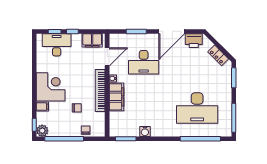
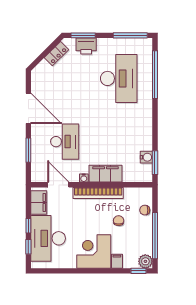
printer: (194, 41) -> (86, 46), moved, turned 90
desk: (57, 45) -> (48, 238), width x1.36, depth x1.30
water cooler: (145, 131) -> (146, 157), moved

